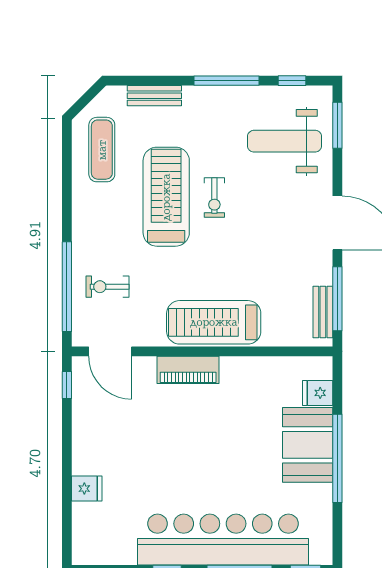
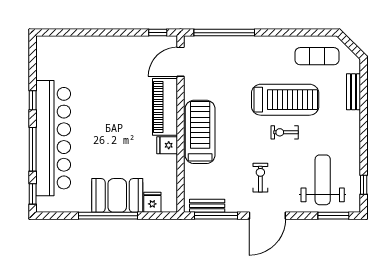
window: (227, 81) -> (364, 141), removed
exercise bike: (108, 287) -> (260, 178), moved
piano: (188, 370) -> (165, 107), width x1.37, depth x1.33
fridge: (87, 489) -> (167, 145), moved, turned 90

